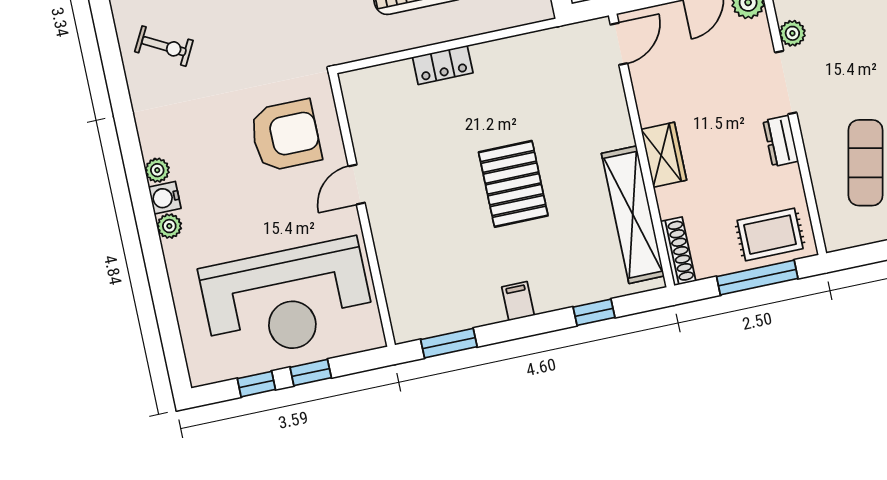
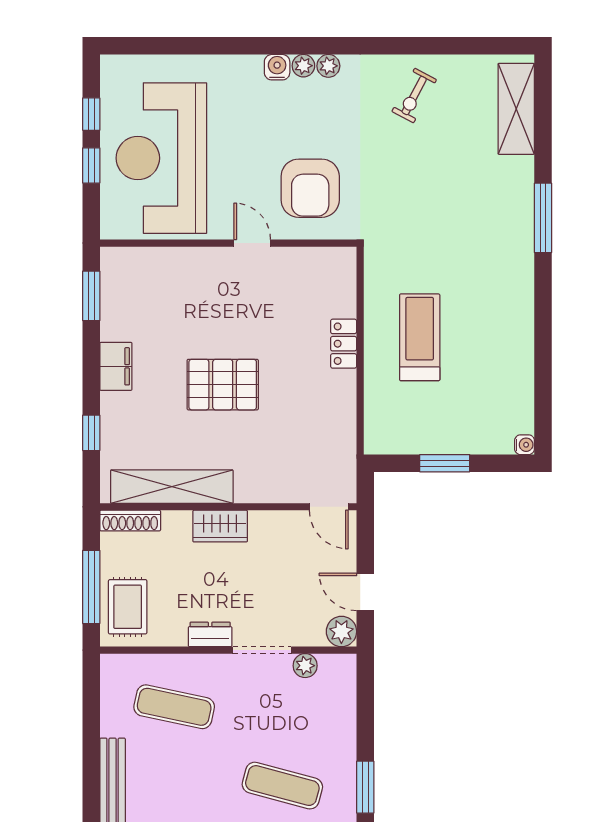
plant: (169, 226) -> (328, 66), moved
filing cabinet: (518, 301) -> (116, 366), width x2.00

